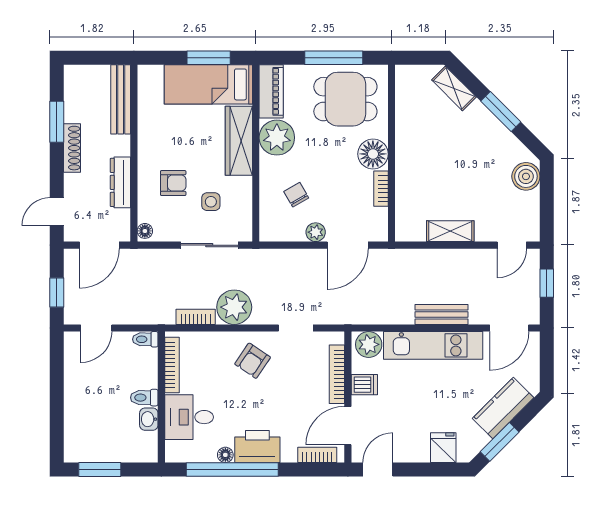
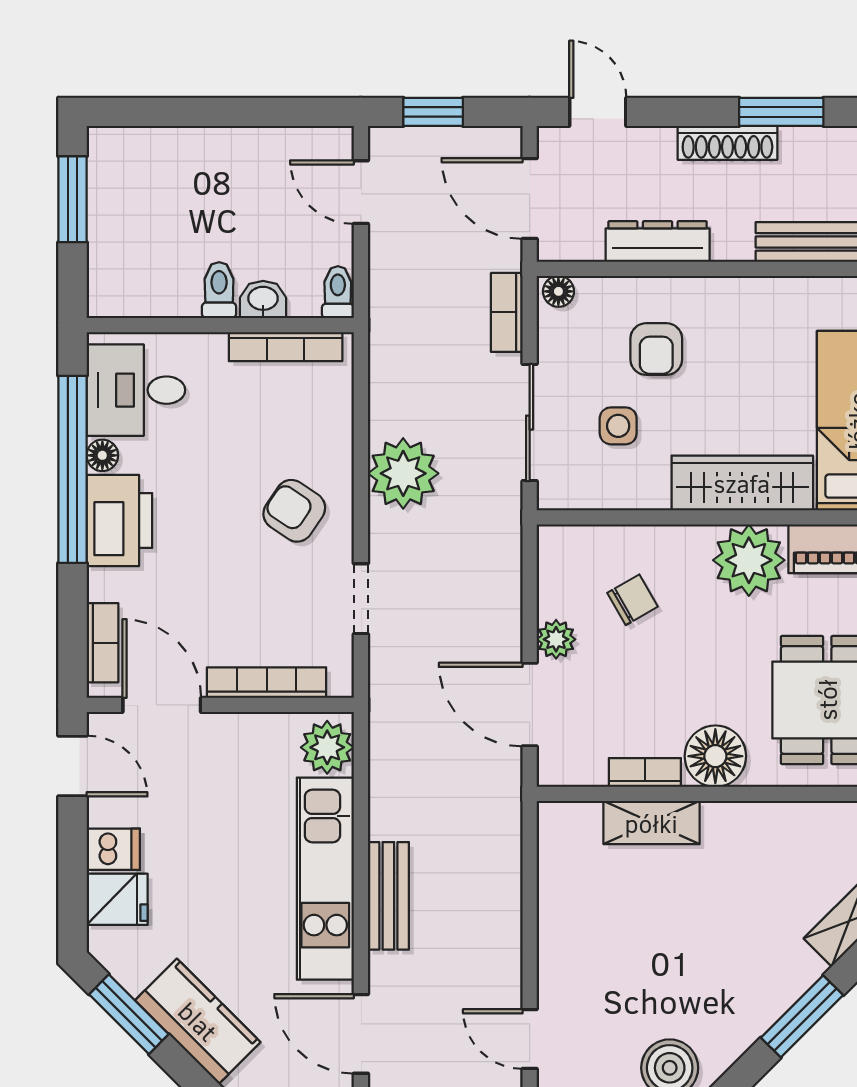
shelving: (450, 231) -> (651, 823), moved, turned 90
bookcase: (196, 317) -> (507, 312), moved, turned 180
dishwasher: (364, 385) -> (113, 849), moved, turned -90
desk: (189, 417) -> (136, 390), moved, turned -90
washbasin: (149, 419) -> (263, 299), moved

